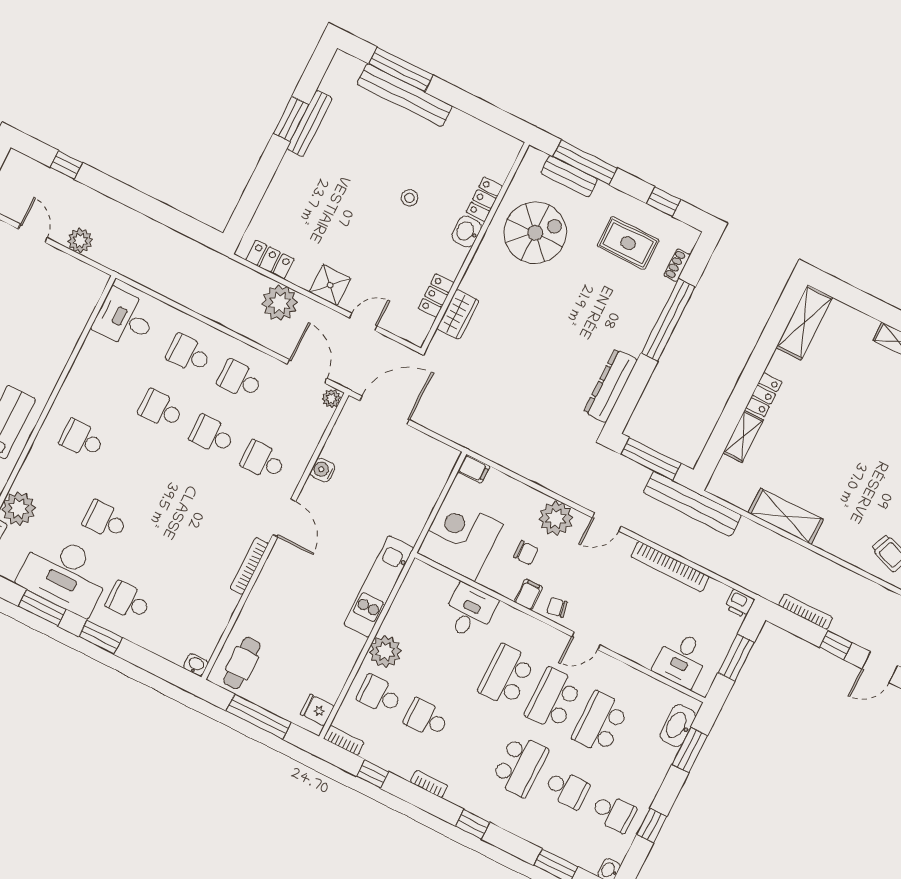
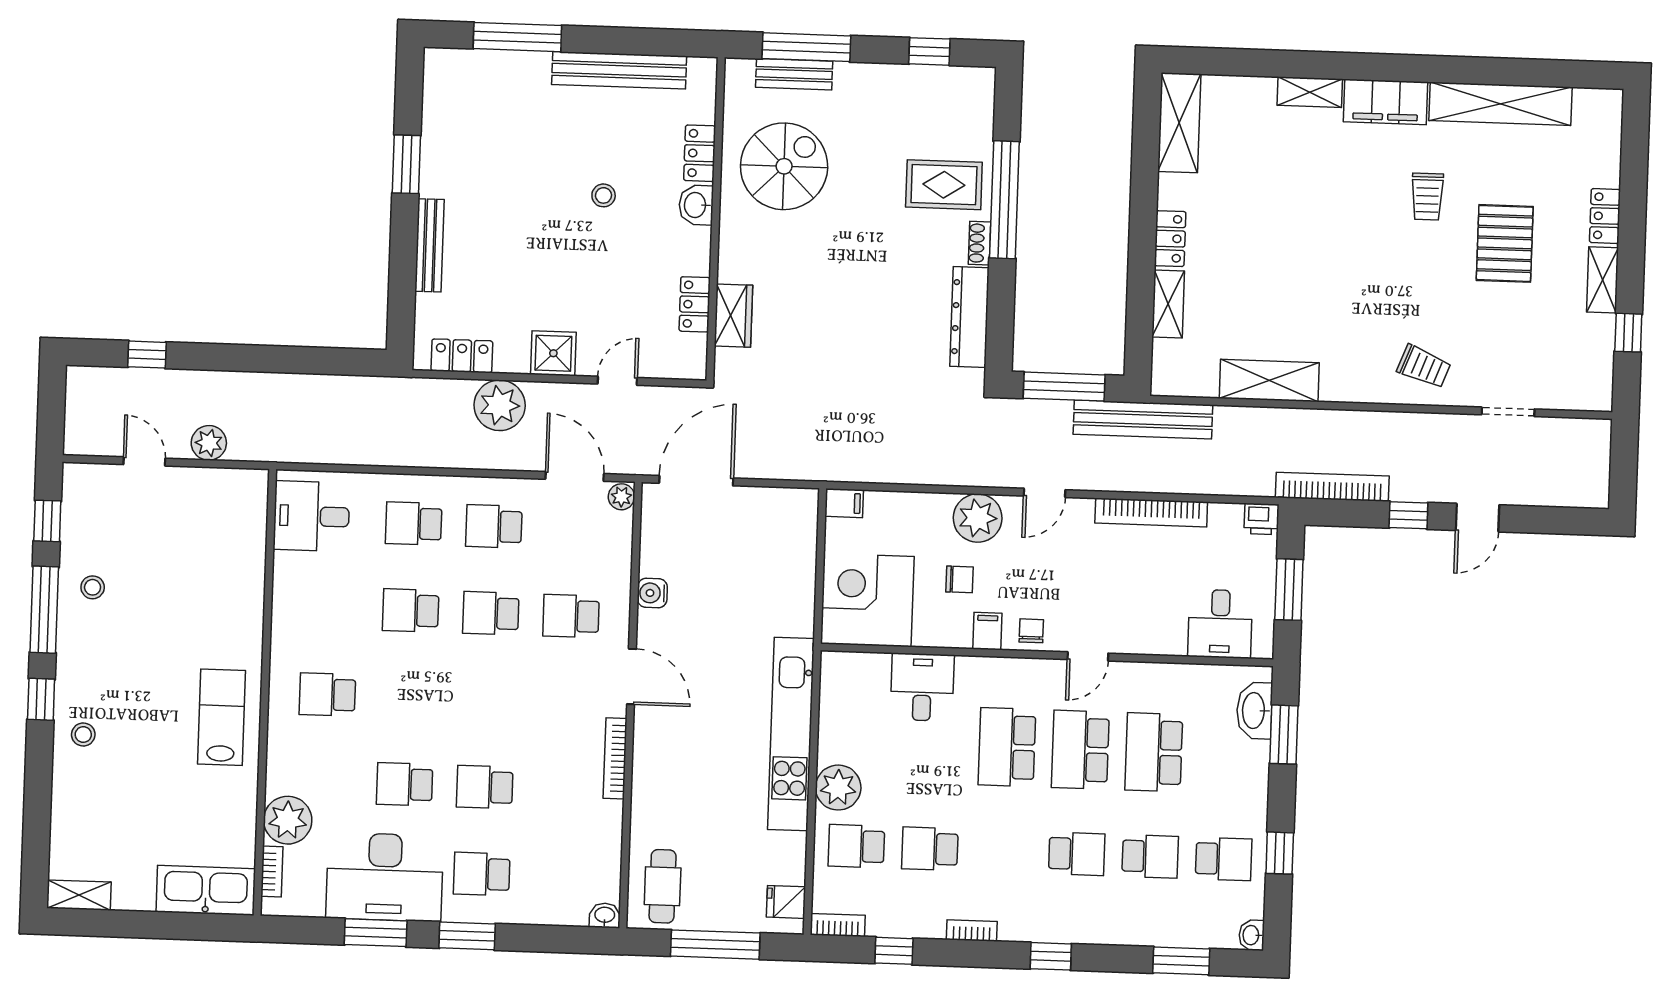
bench: (405, 95) -> (619, 70), moved
bench: (310, 123) -> (430, 245), moved
rug: (628, 243) -> (944, 185), moved
shoe rack: (677, 265) -> (979, 243), moved
school desk: (156, 546) -> (485, 787), added
kitchen unit: (379, 586) -> (791, 734), width x1.36
chair: (557, 607) -> (1031, 631), turned 100
bookcase: (806, 612) -> (1332, 487), width x1.48, depth x1.31
school desk: (520, 766) -> (1077, 854), width x0.54

